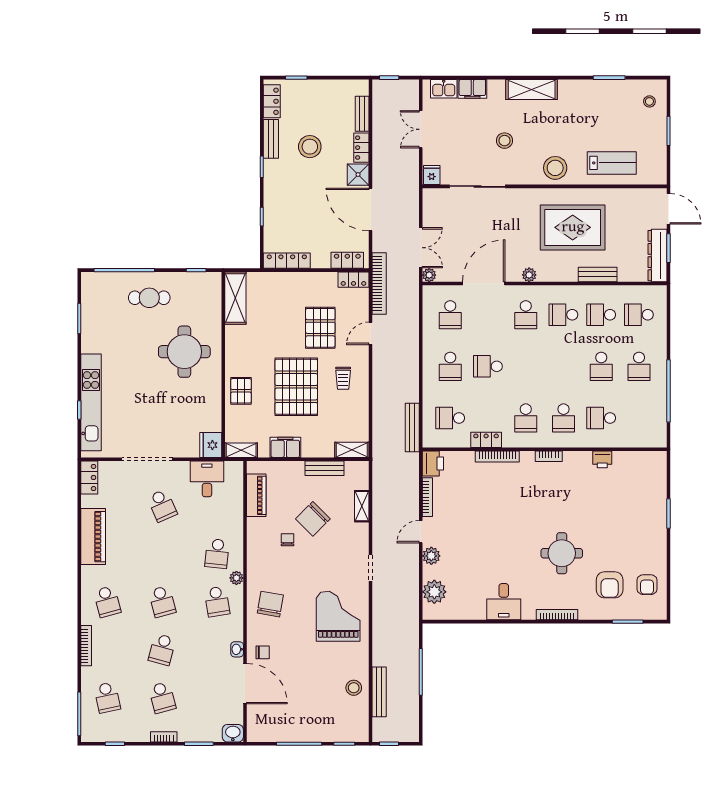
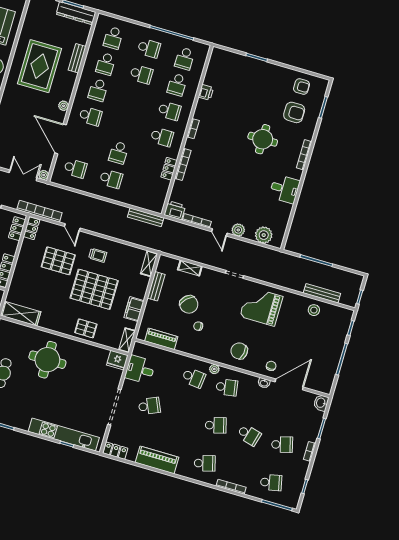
school desk: (450, 418) -> (185, 59), moved

